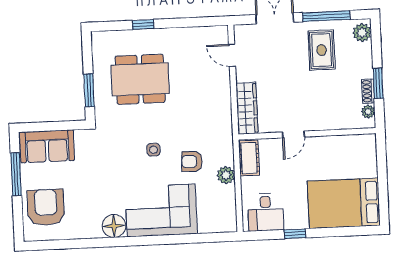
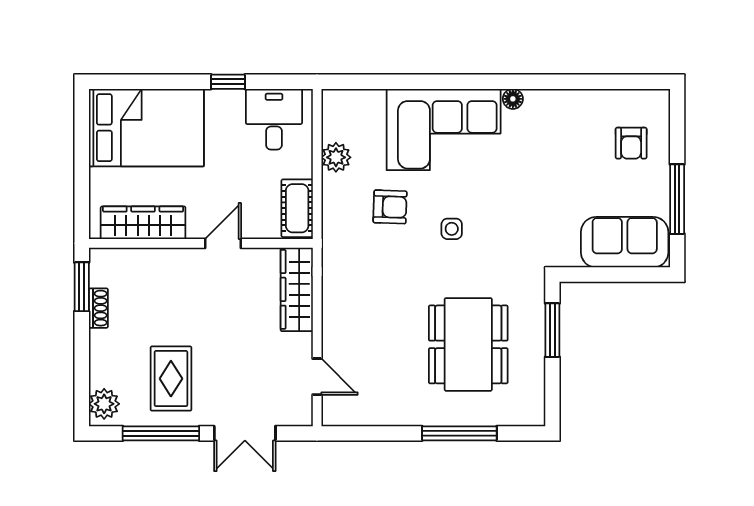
window: (143, 24) -> (459, 433), width x2.17
dining table: (140, 79) -> (468, 344), turned 90
window: (378, 83) -> (82, 287), moved
plant: (368, 111) -> (100, 275), removed
wardrobe: (343, 145) -> (143, 223), added
plant: (226, 175) -> (336, 157), moved
armchair: (46, 207) -> (631, 143), width x0.53, depth x0.53
floor lamp: (114, 226) -> (513, 99), width x0.53, depth x0.53

